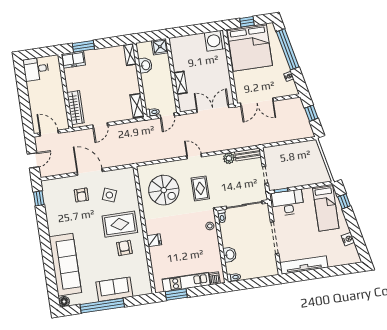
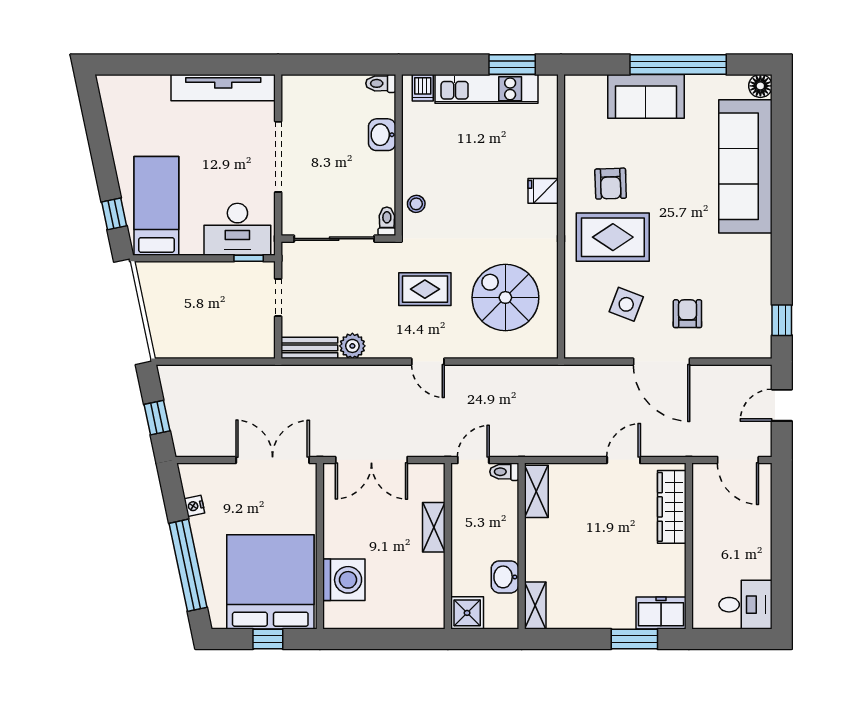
washing machine: (215, 41) -> (344, 580), moved
rug: (200, 188) -> (425, 289), turned 90
nightstand: (348, 239) -> (118, 130), removed

